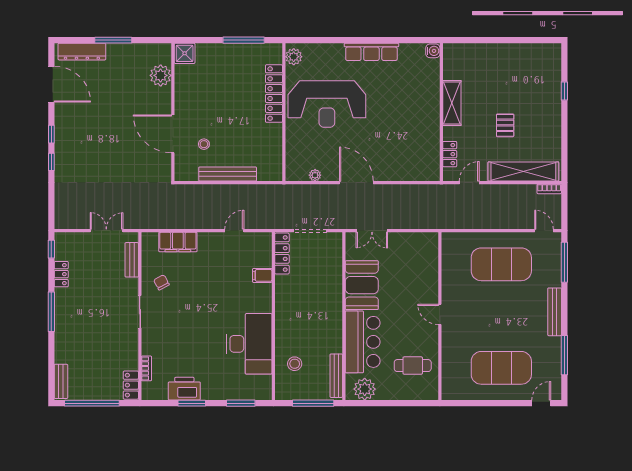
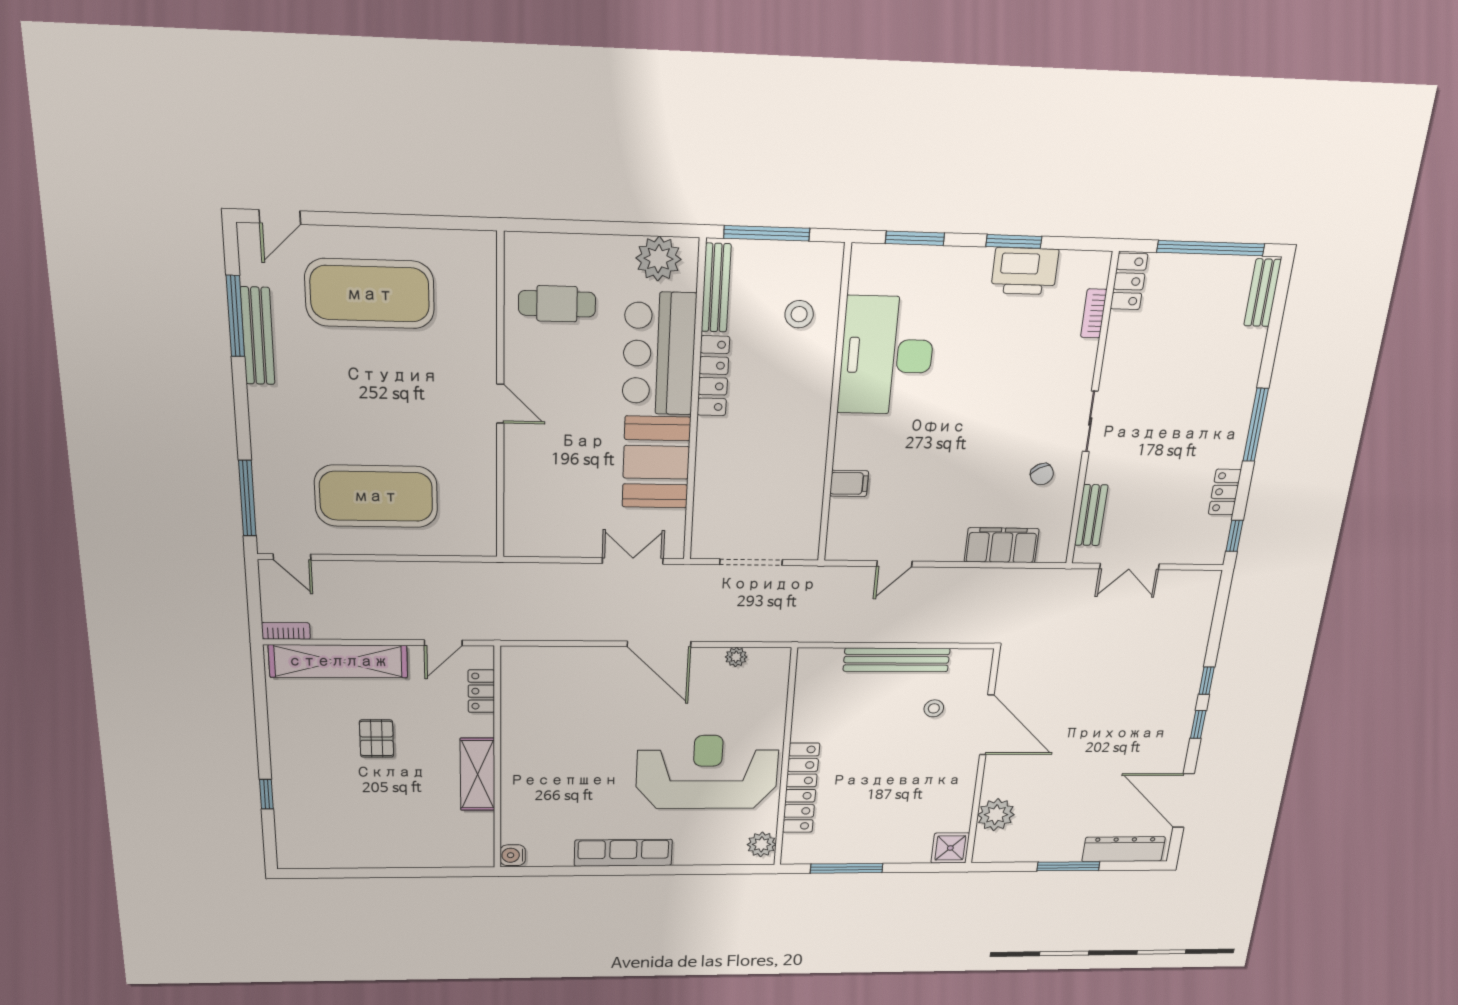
locker: (282, 254) -> (713, 376), moved, turned 180
bench: (555, 312) -> (258, 336), moved

